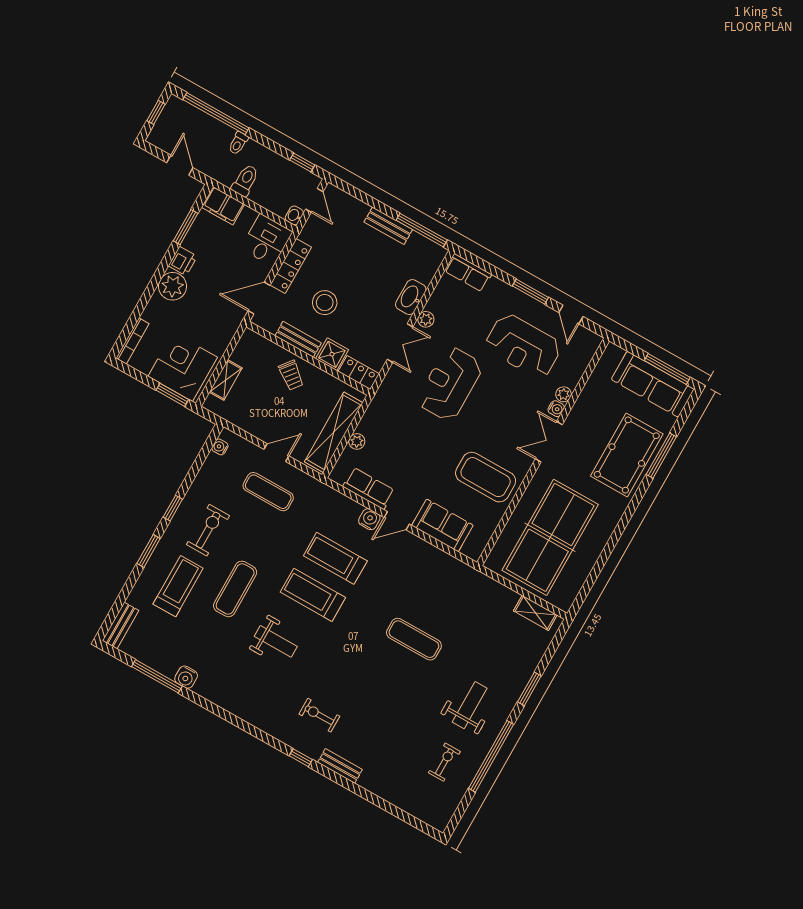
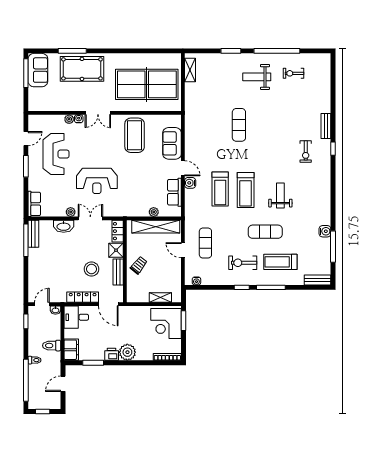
bench: (388, 226) -> (33, 234), moved
sofa: (653, 384) -> (38, 70), width x0.73
window: (149, 551) -> (271, 287), width x1.44

